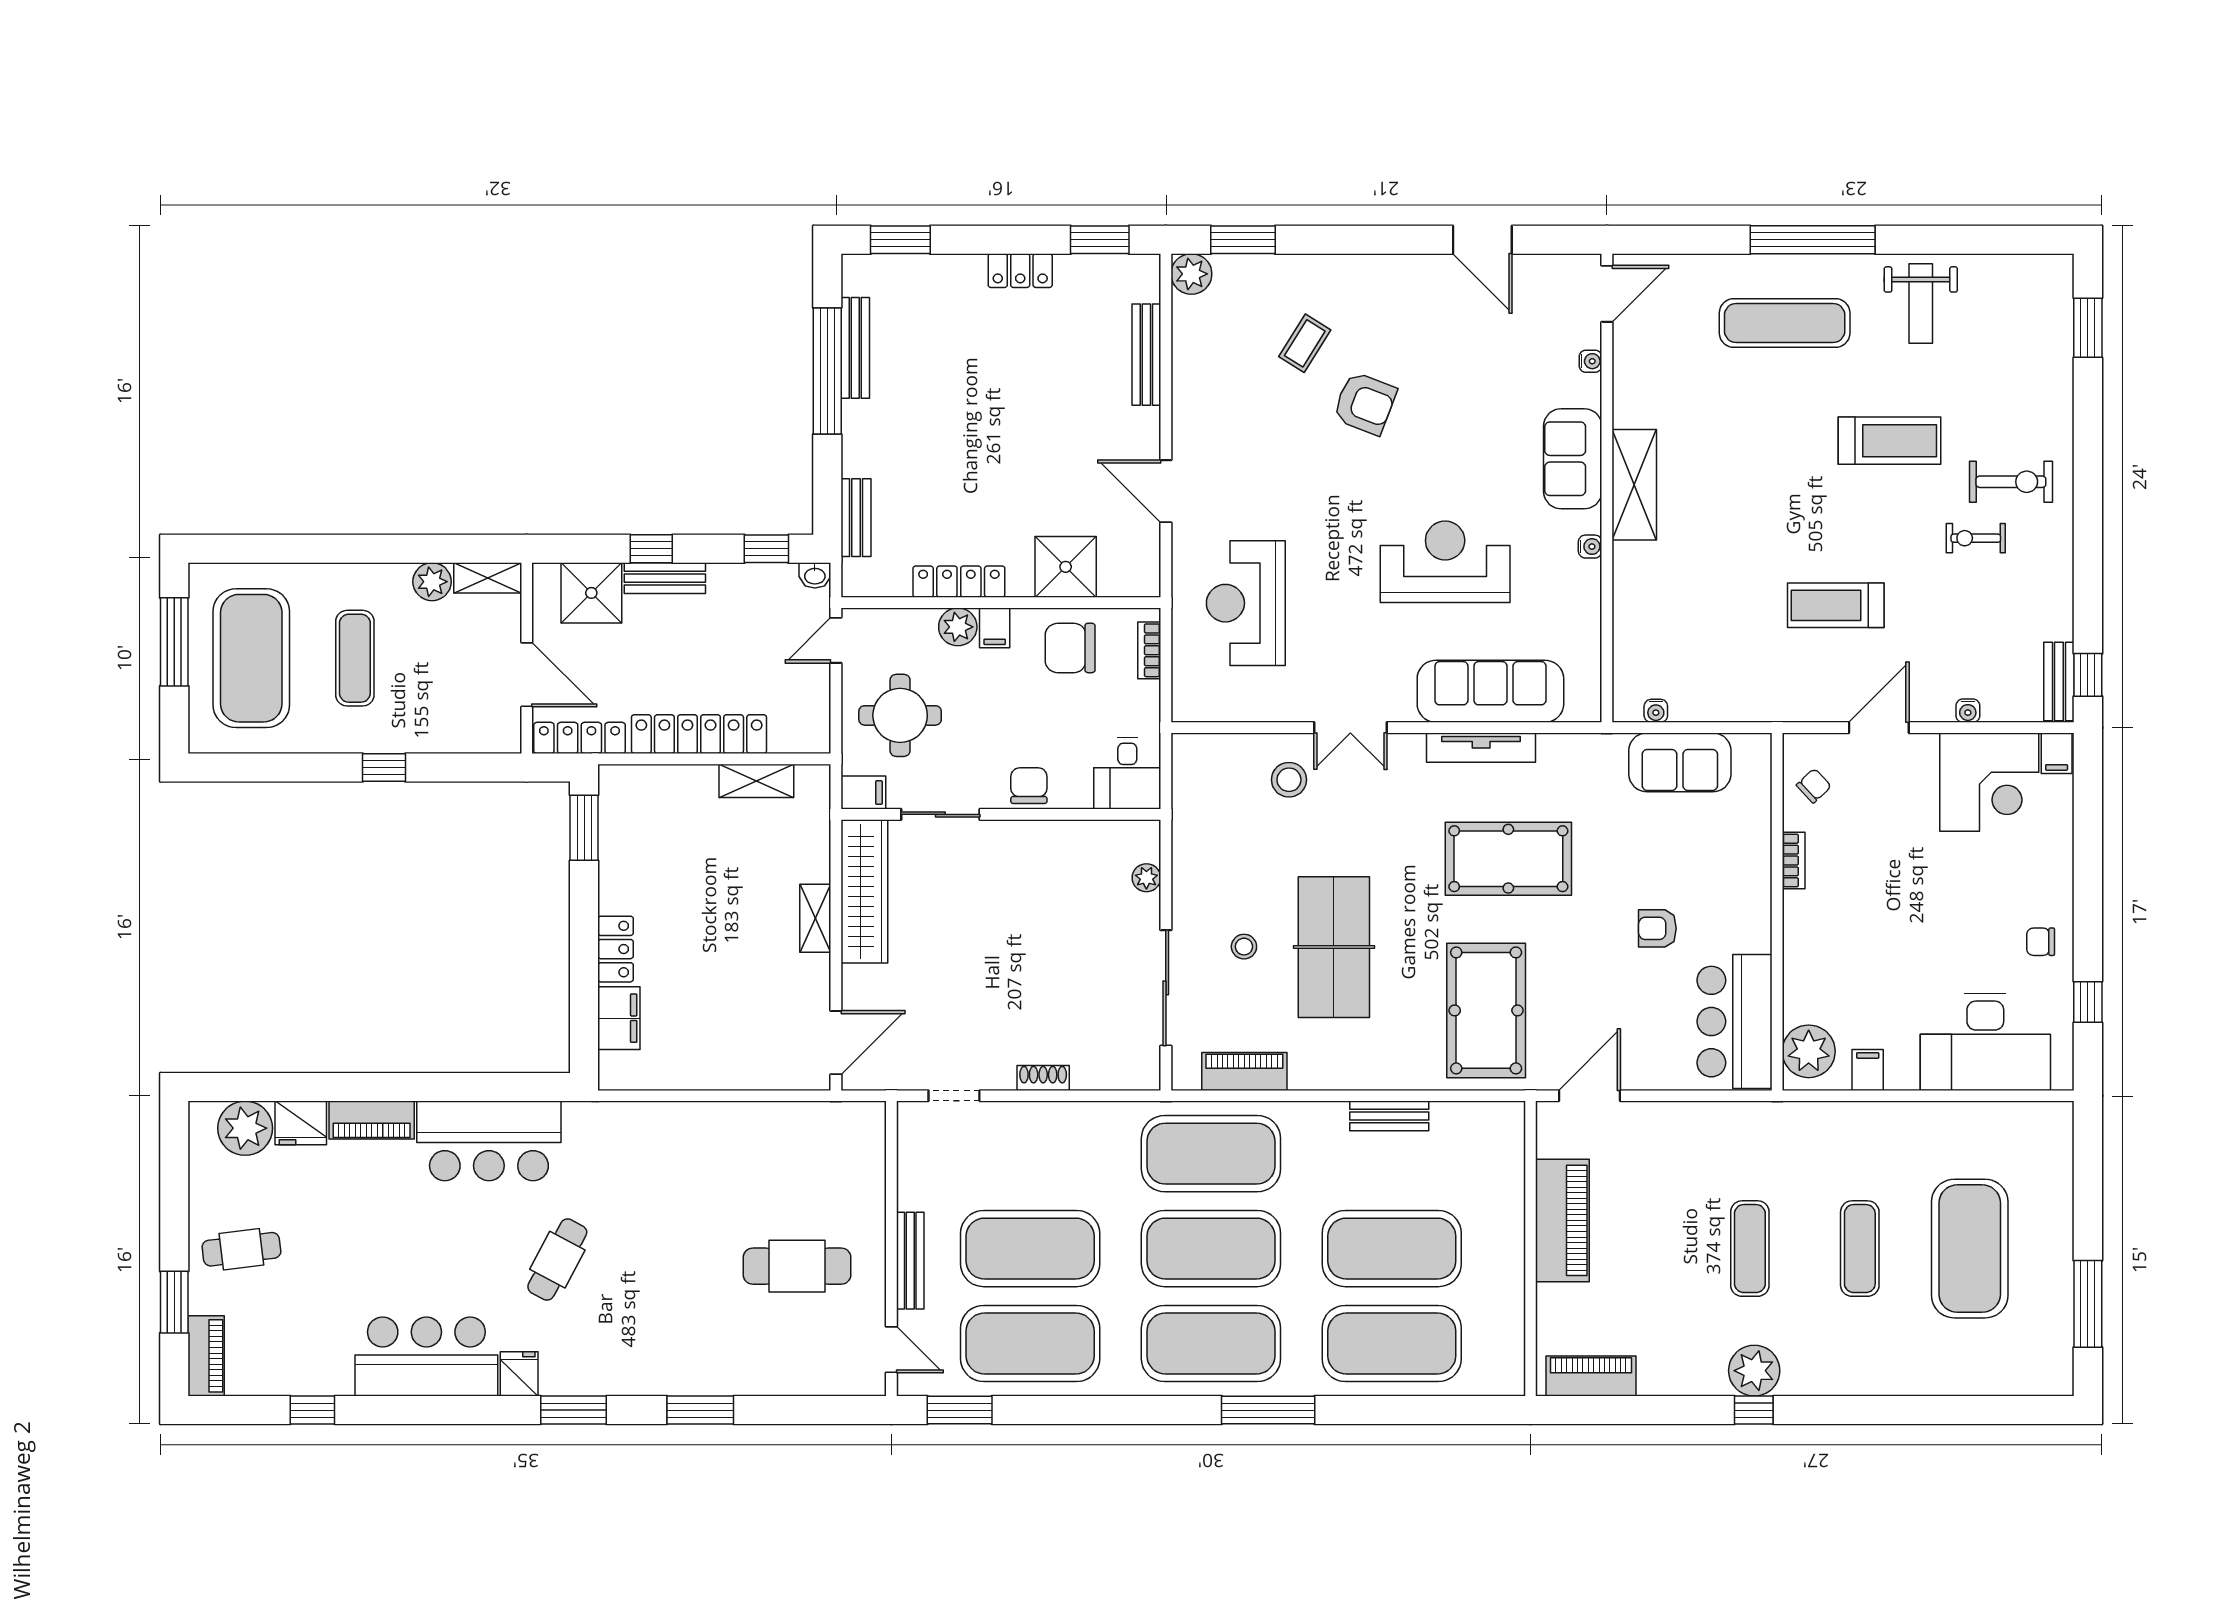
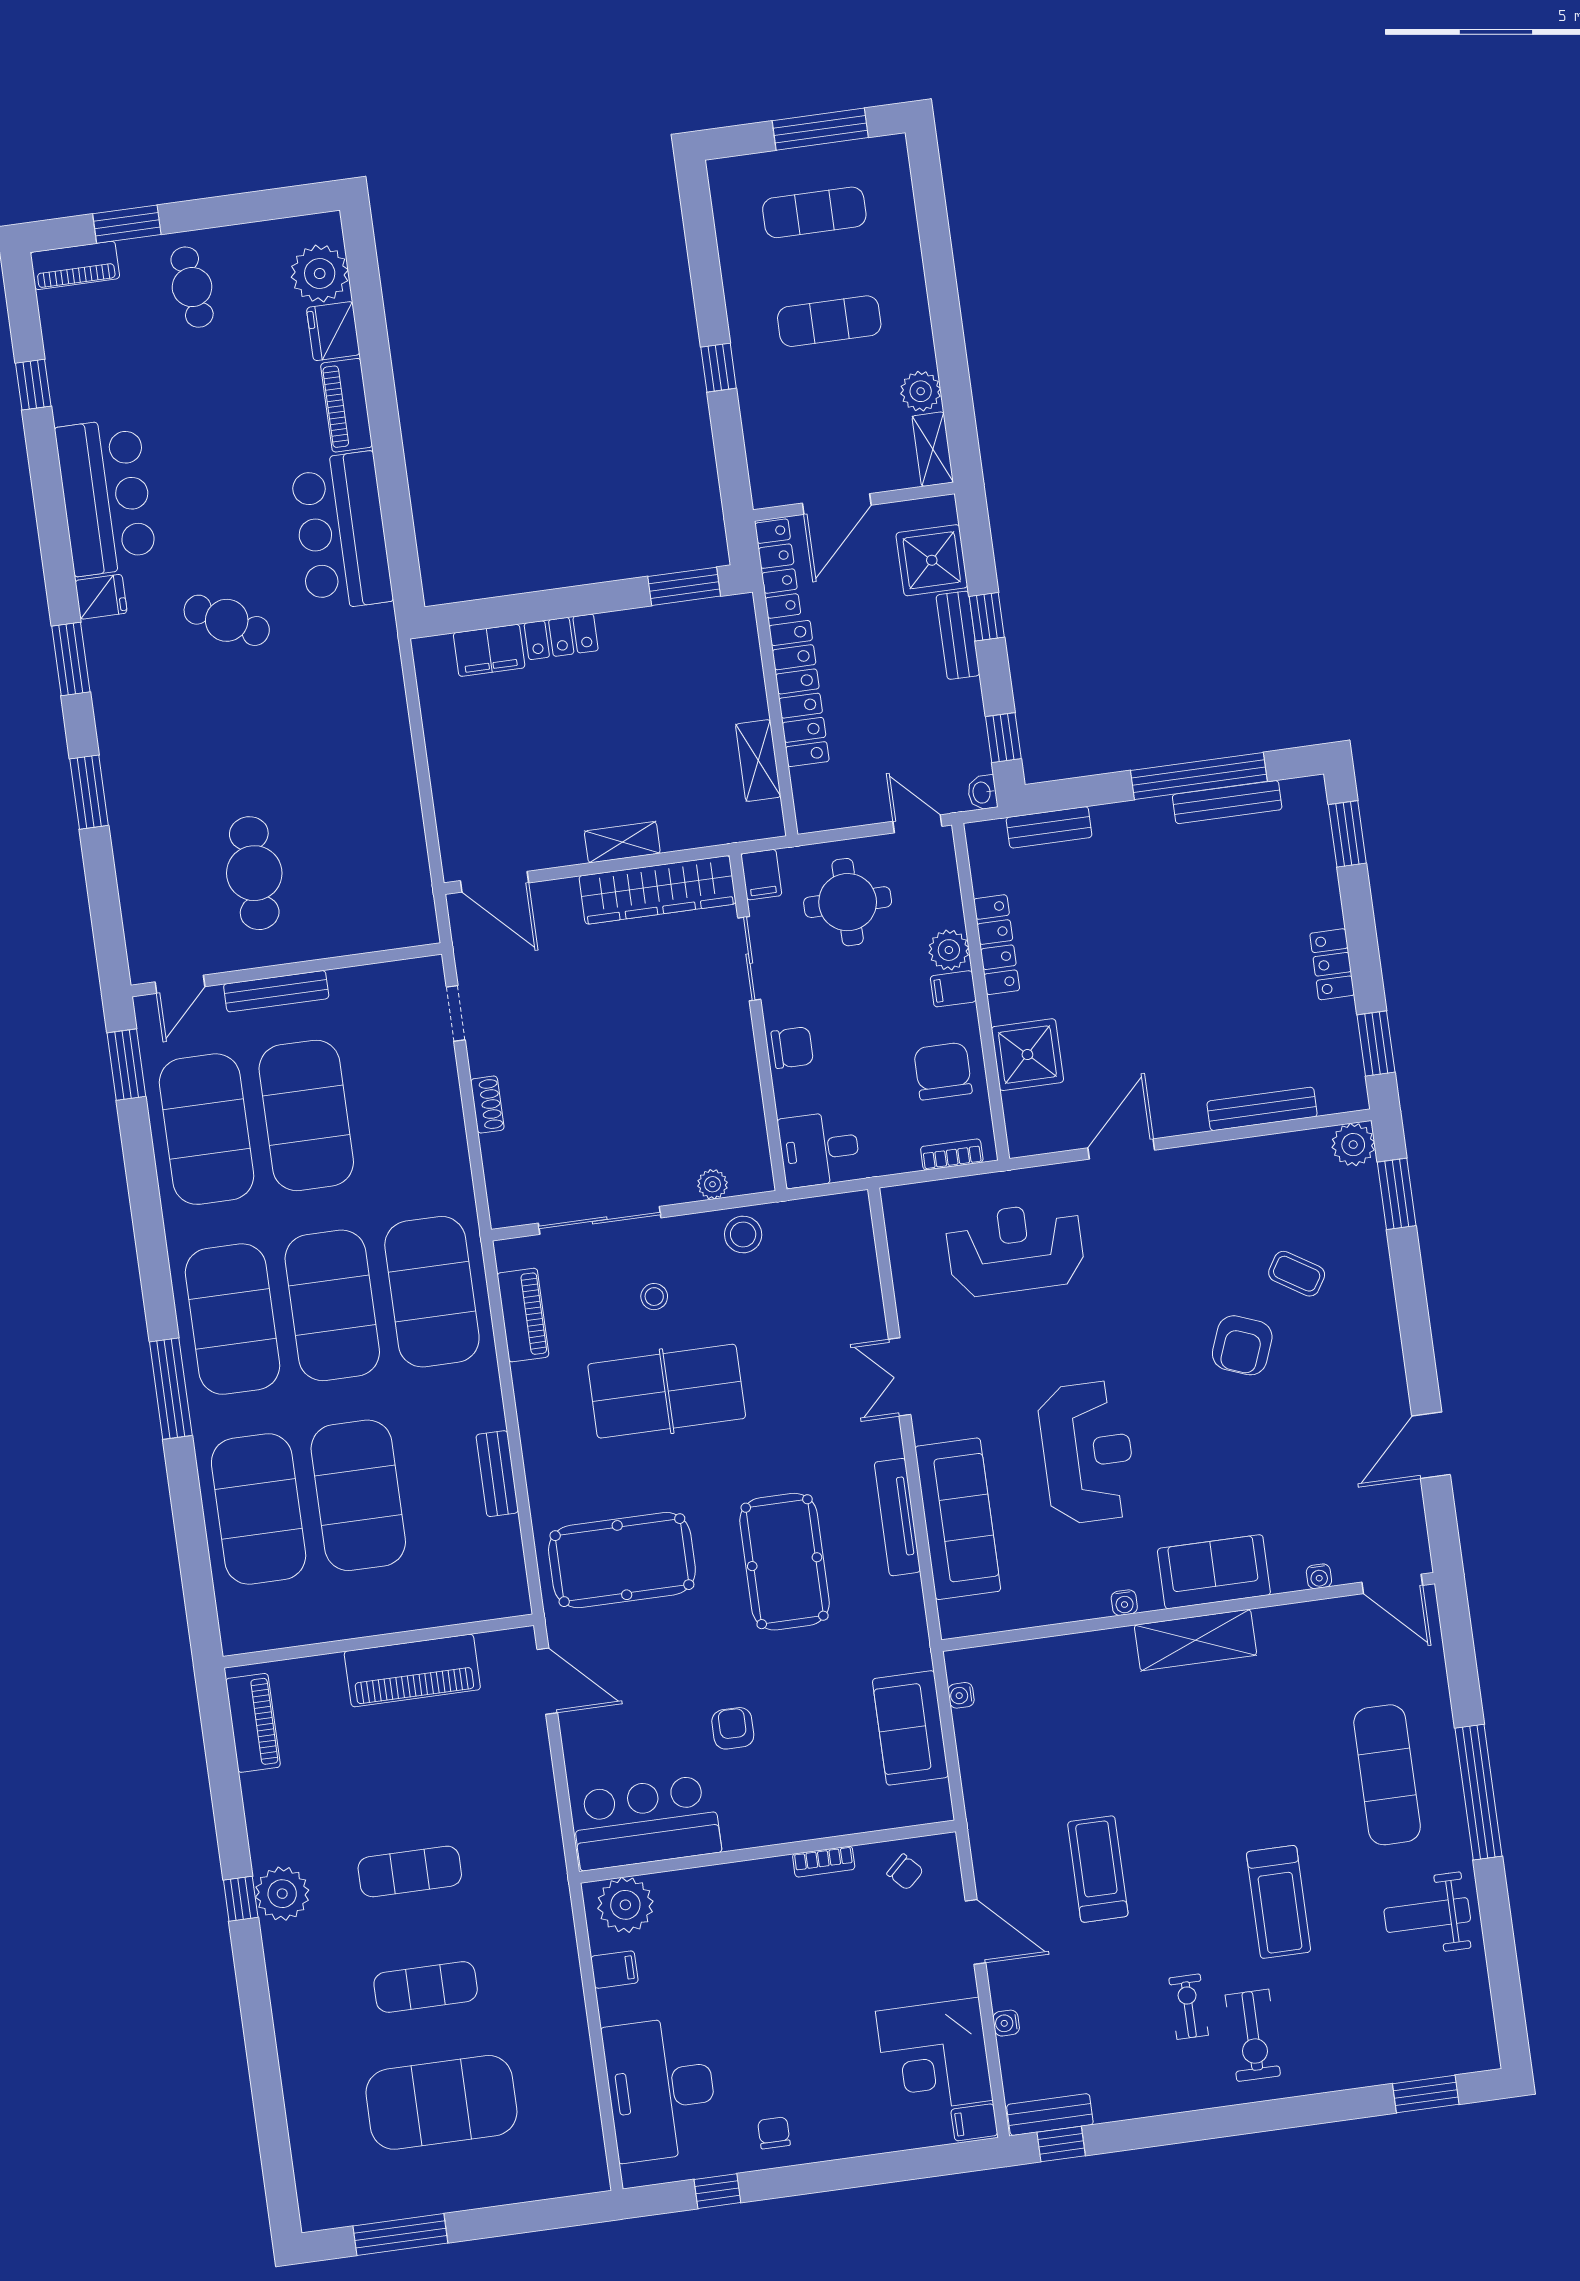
exercise mat: (251, 658) -> (814, 212), width x0.50, depth x0.69
stool: (1289, 780) -> (743, 1234), moved

